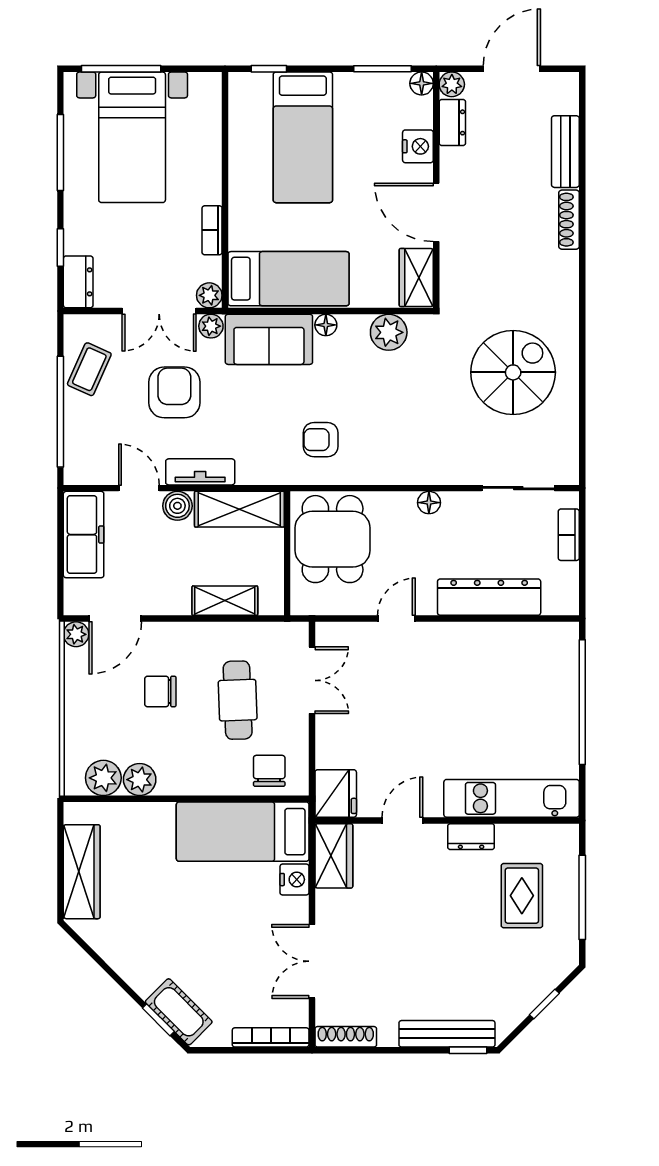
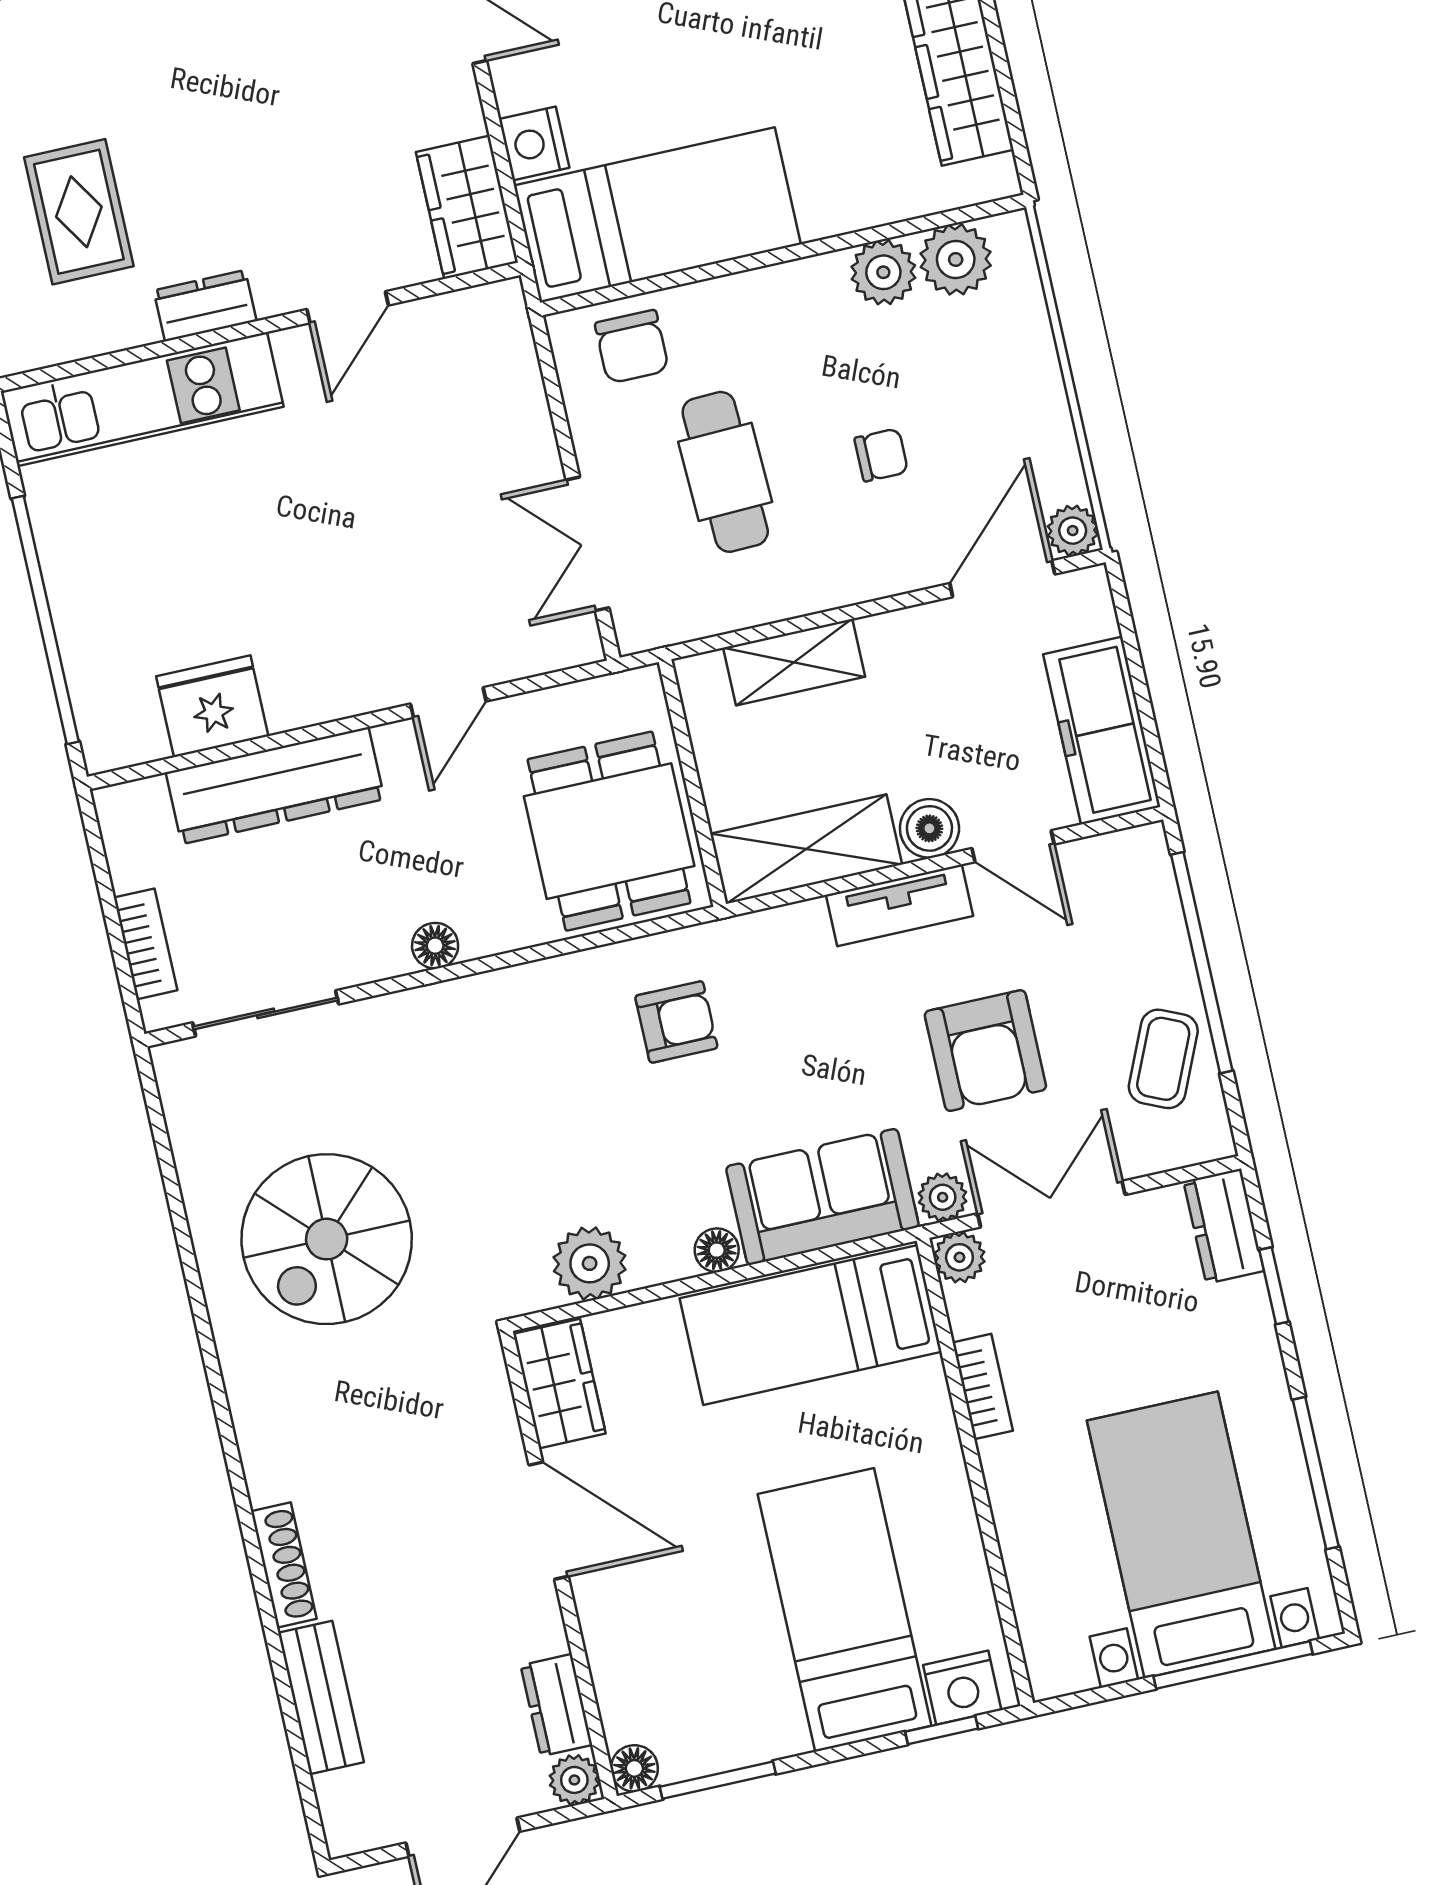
nightstand: (418, 146) -> (962, 1688), moved, turned -90
chair: (160, 691) -> (881, 455), width x0.73, depth x0.73
fridge: (336, 793) -> (212, 706), moved, turned 90

